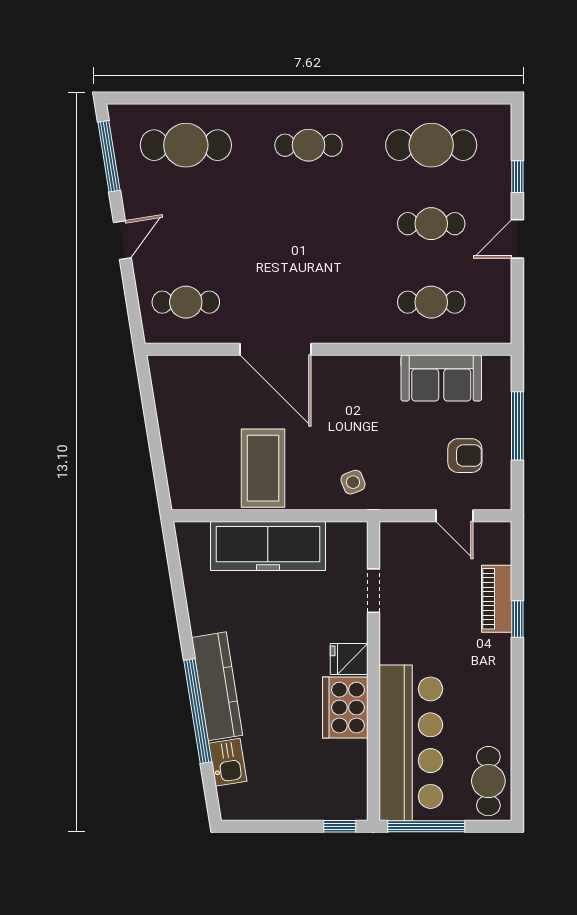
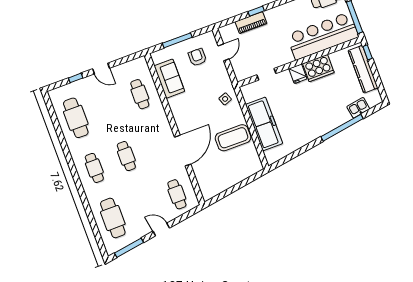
cafe table: (431, 224) -> (126, 156), moved
kitchen counter: (217, 686) -> (363, 69), moved, turned -81

